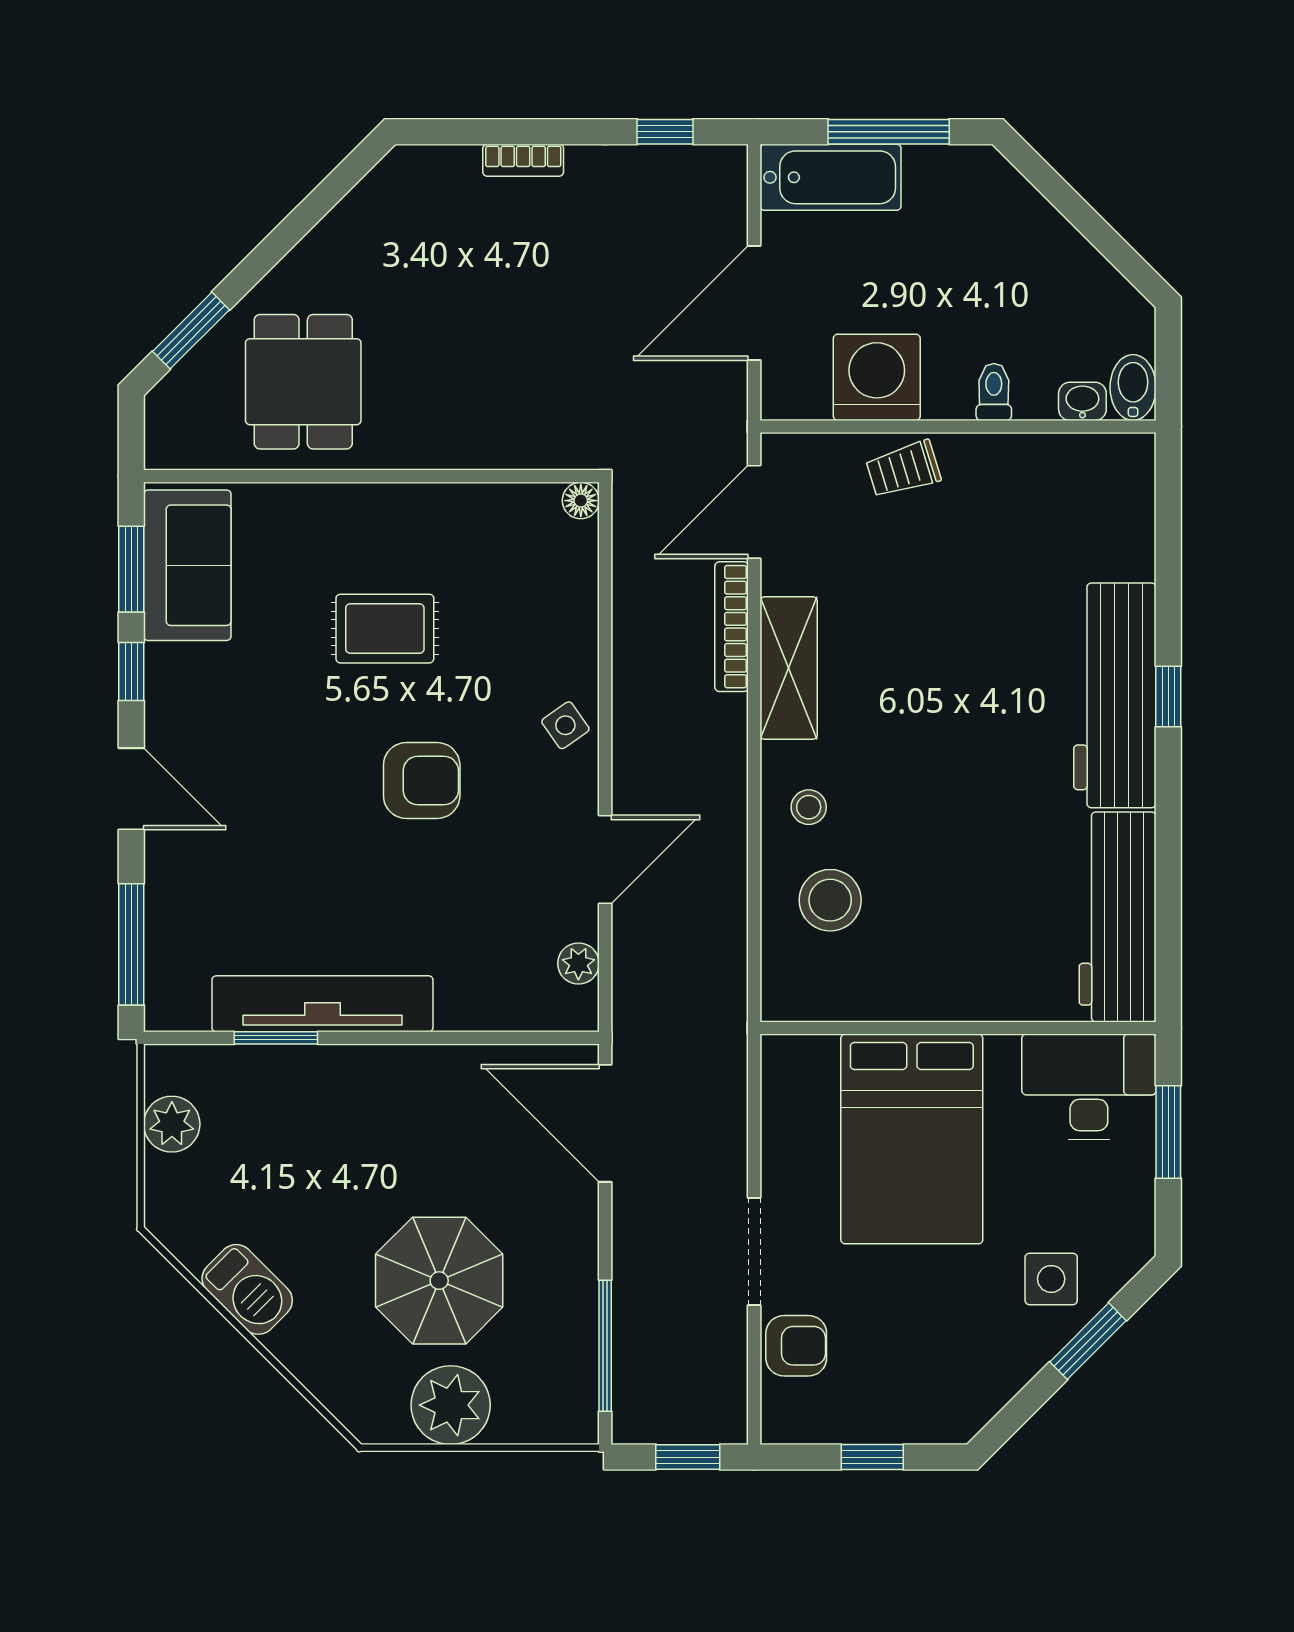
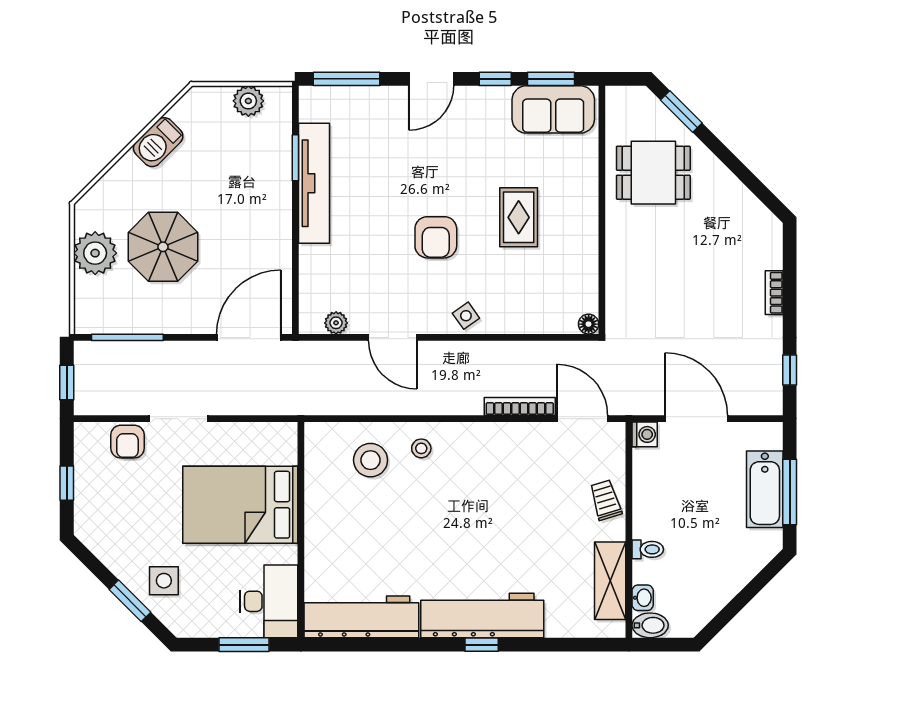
bathtub: (831, 177) -> (765, 489), moved
washing machine: (877, 377) -> (645, 434), moved, width x0.53, depth x0.53
shelving: (789, 668) -> (610, 581), moved, turned 90

